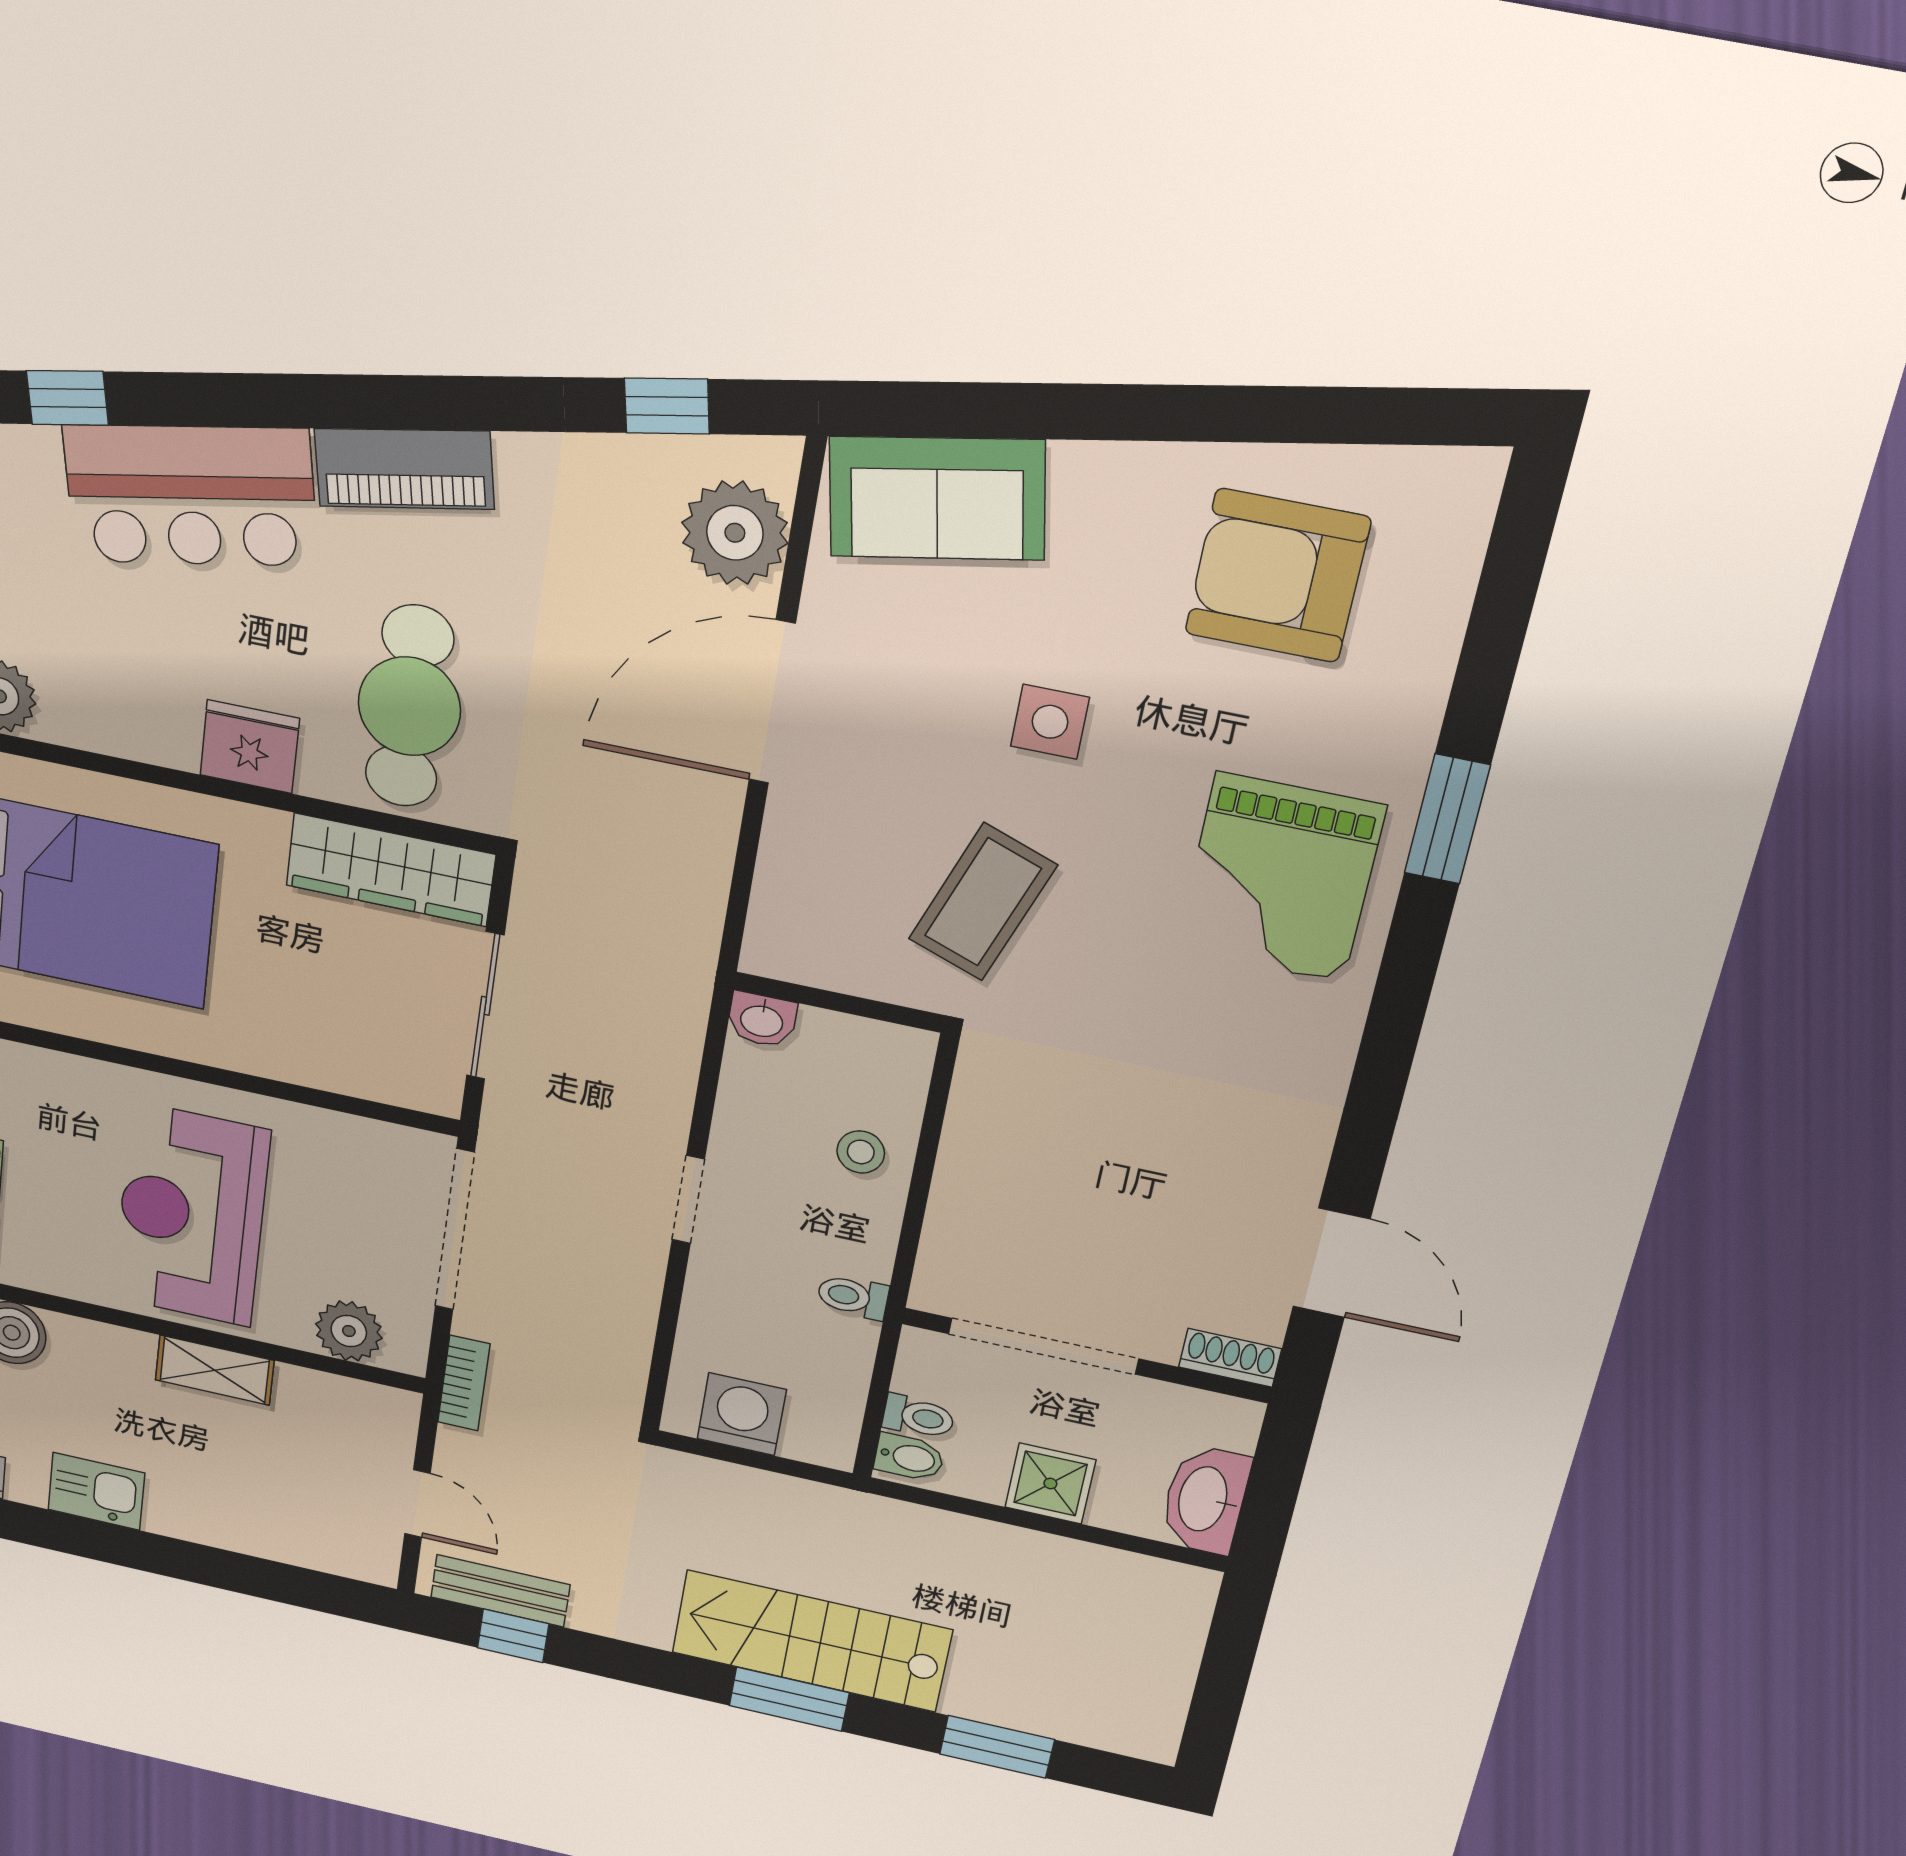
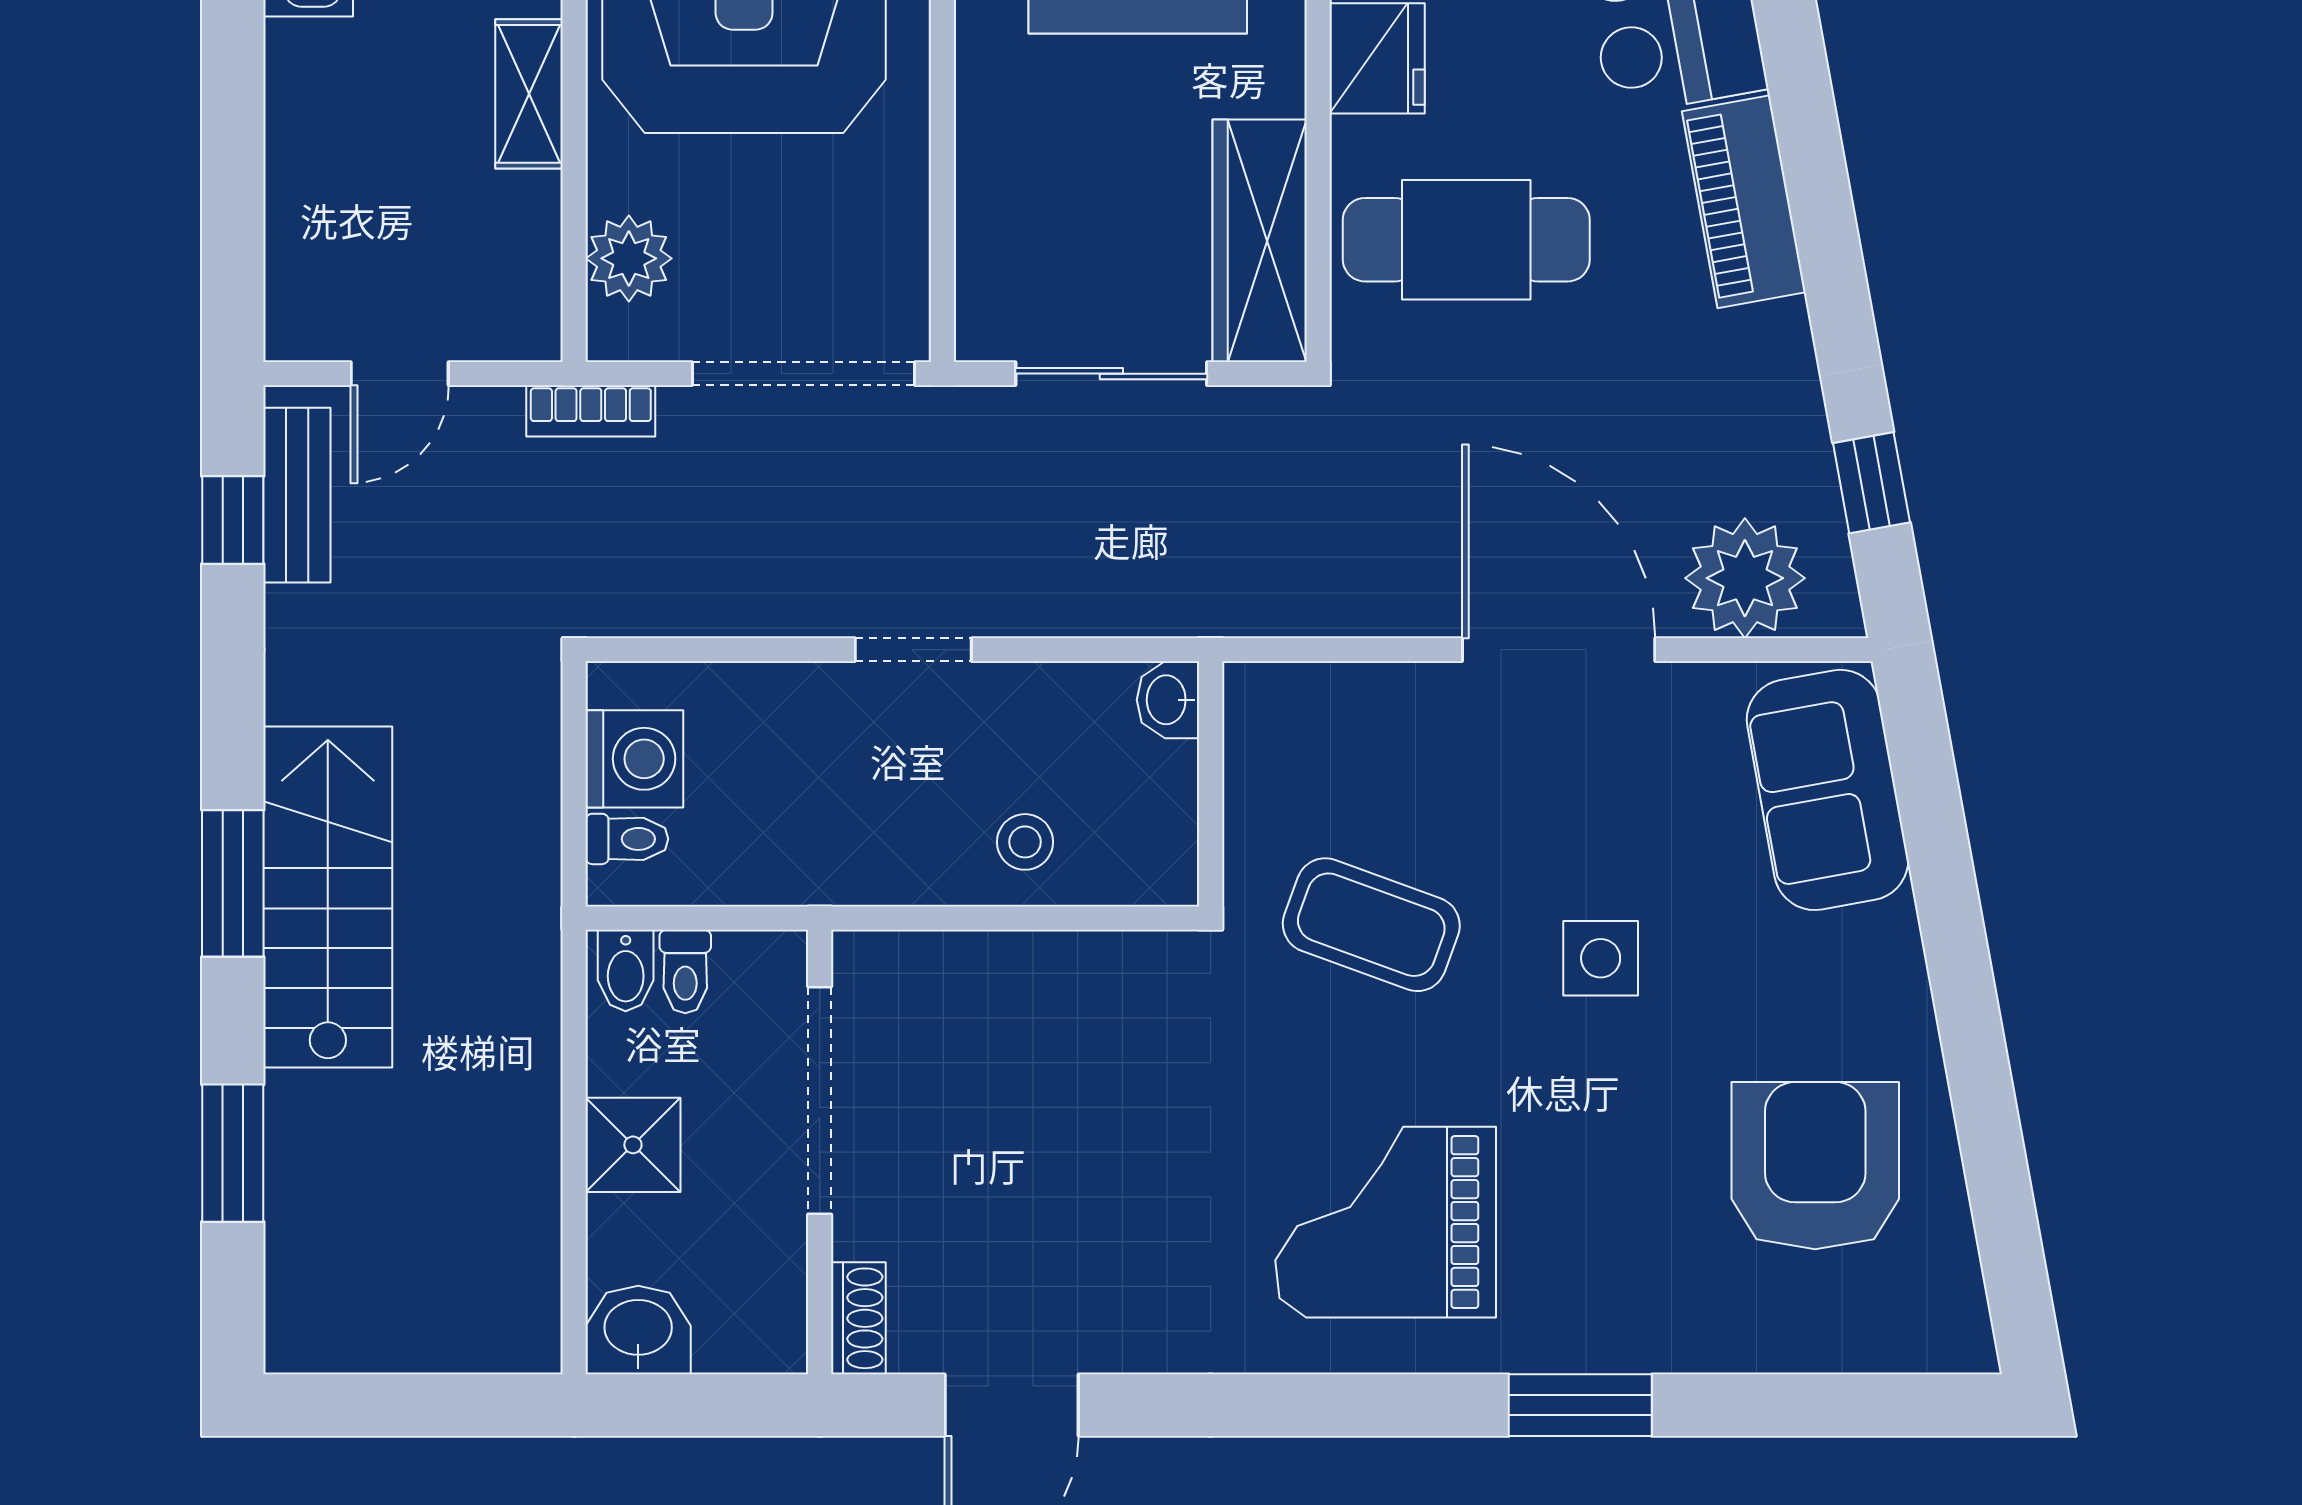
grand piano: (1280, 878) -> (1386, 1222), moved
toilet: (853, 1297) -> (627, 839), moved, turned 90
washbasin: (1205, 1499) -> (638, 1330), width x0.72

